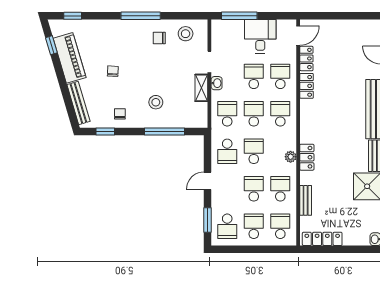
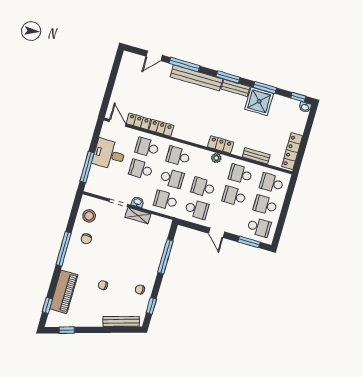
piano: (70, 58) -> (64, 292), moved, turned 107
stool: (156, 102) -> (139, 257), removed
school desk: (254, 114) -> (172, 178), turned 180

